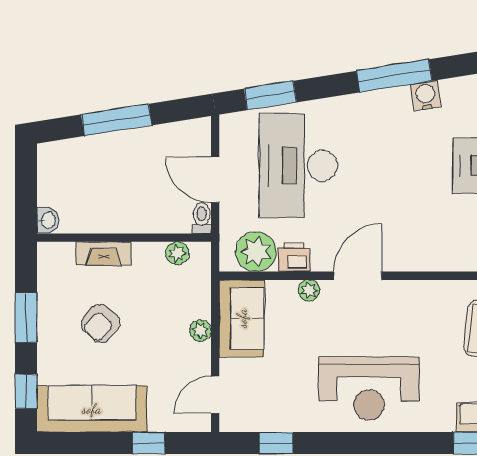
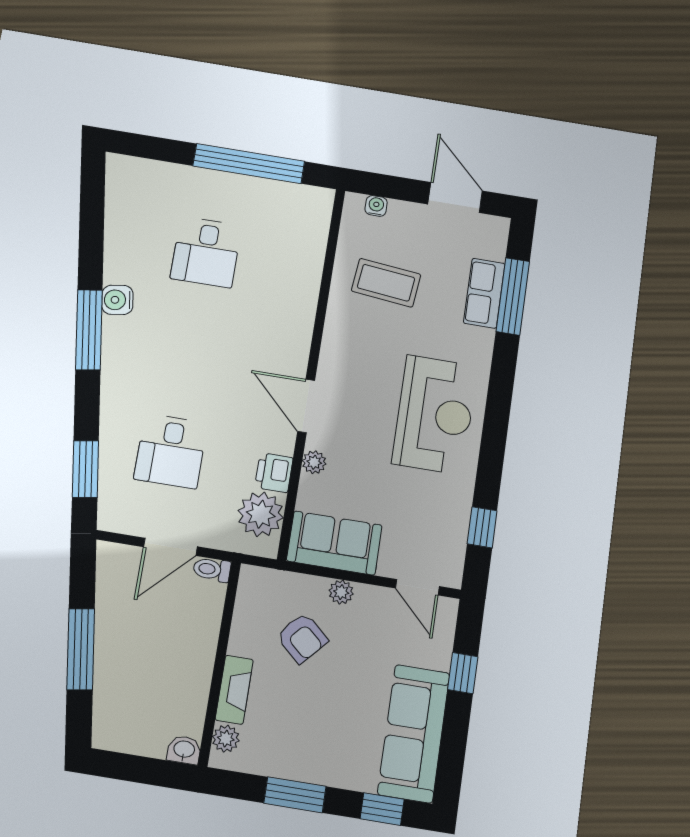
desk: (298, 166) -> (171, 451), width x0.53, depth x0.77
plant: (177, 253) -> (226, 739), moved
armchair: (101, 324) -> (302, 638), moved

